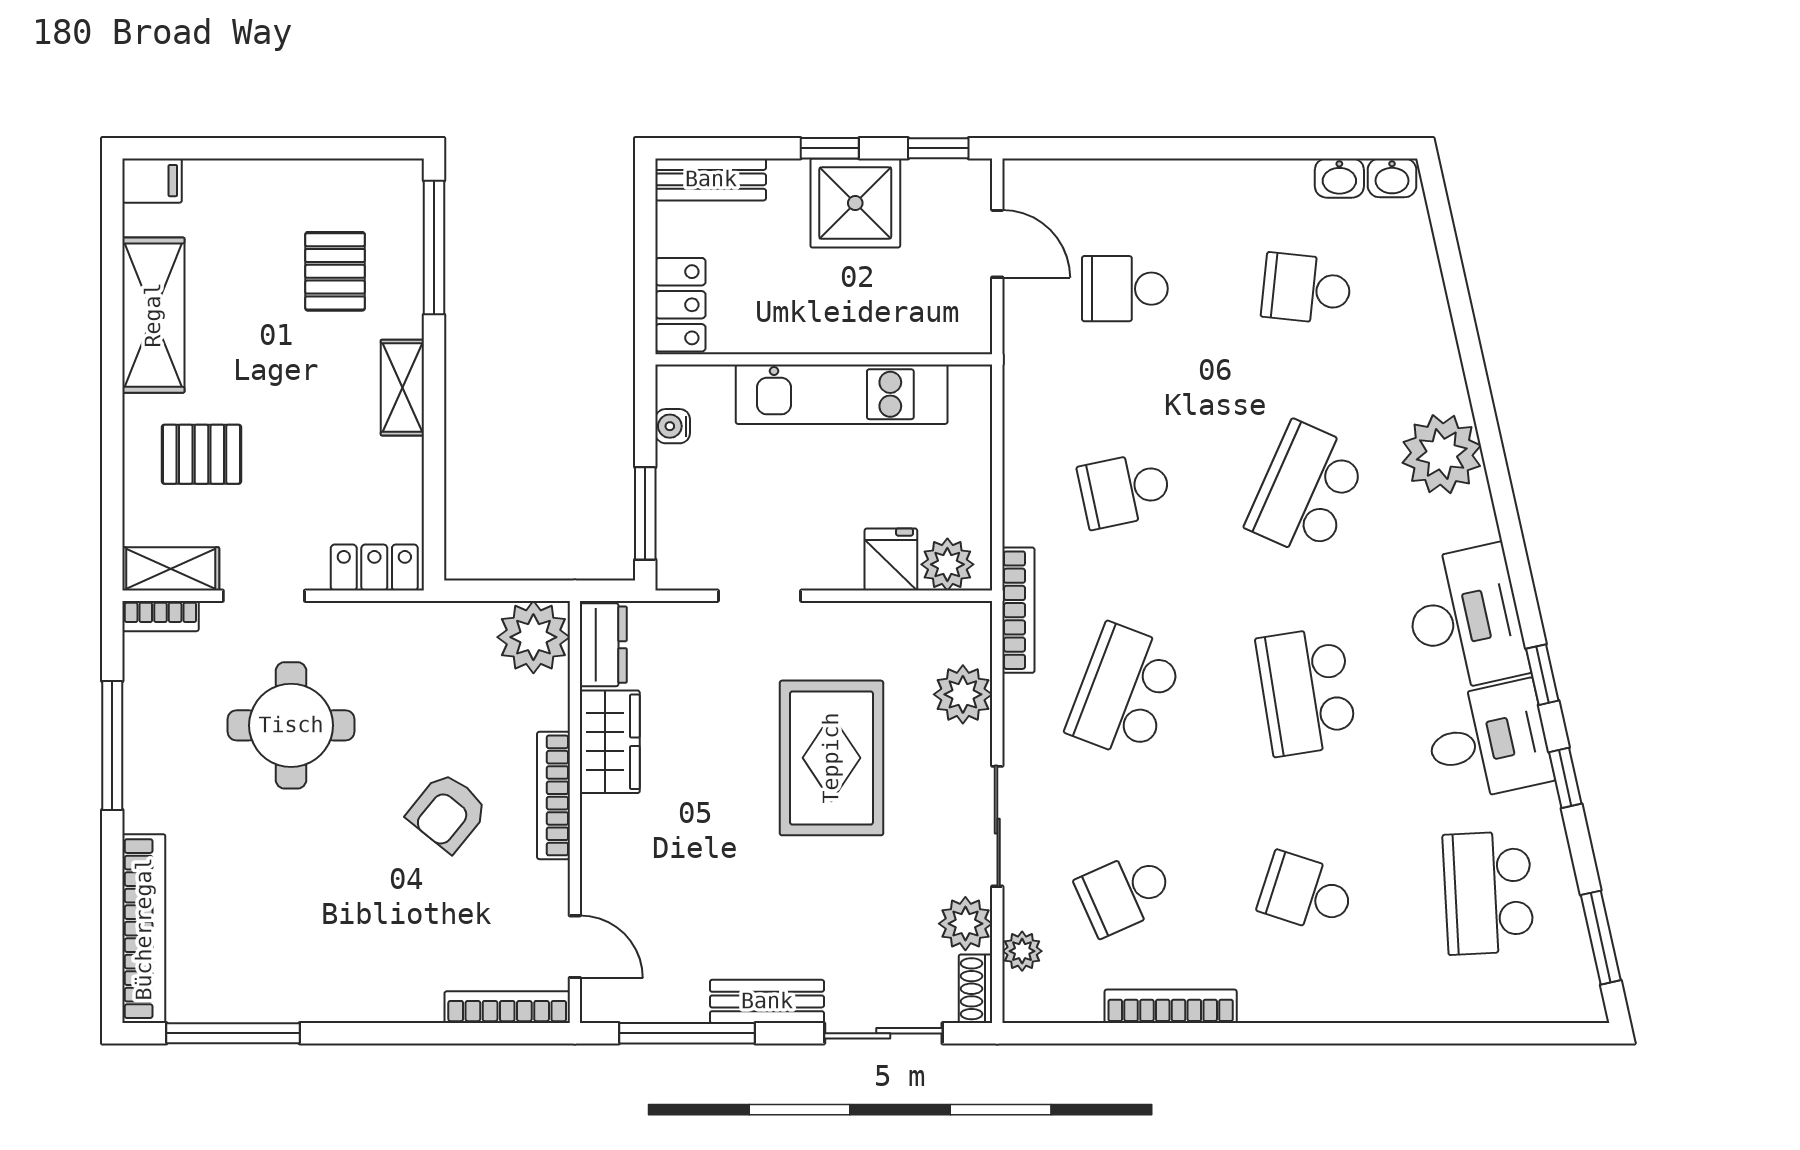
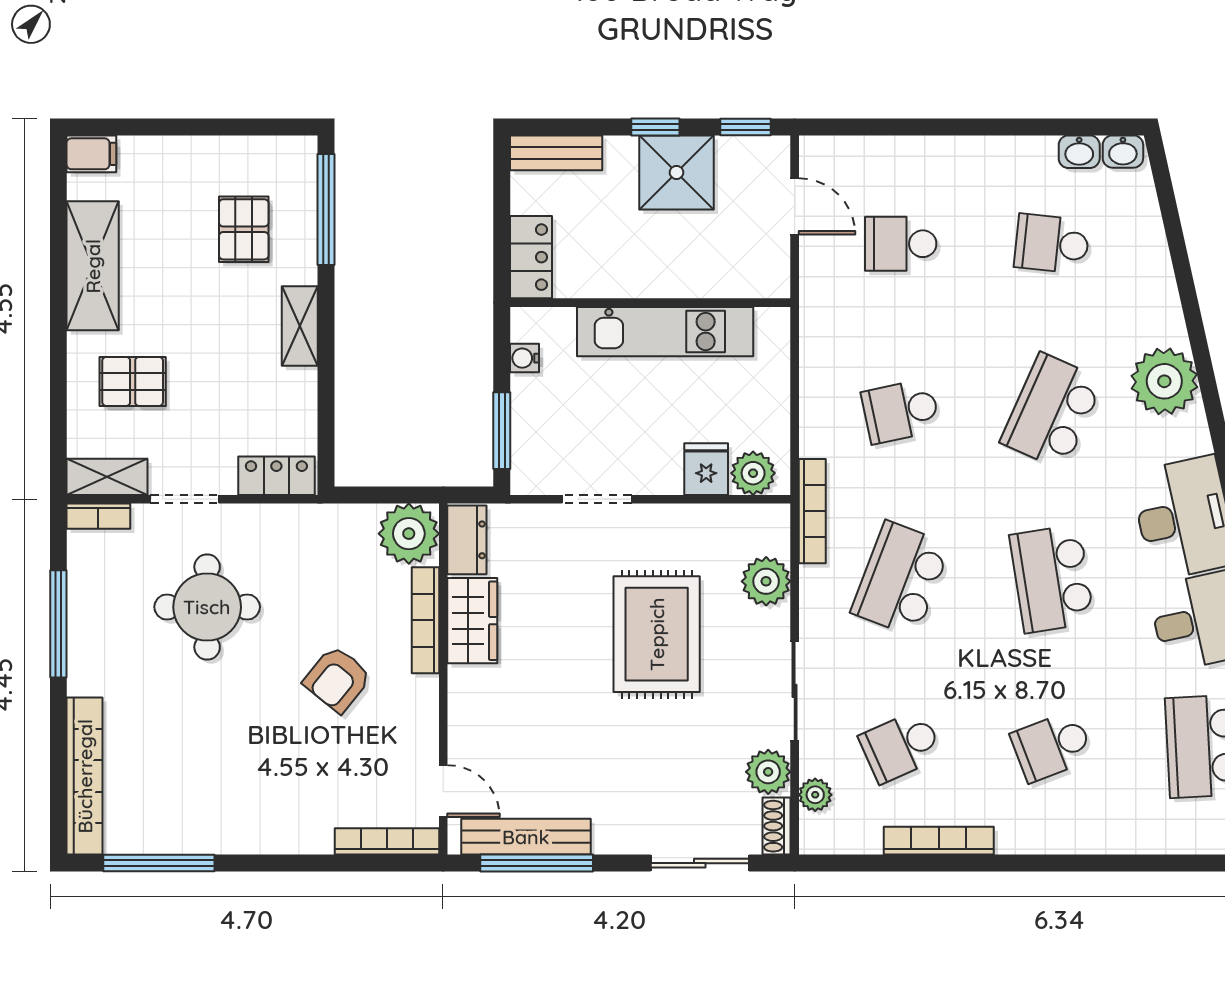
bookcase: (553, 795) -> (425, 620), moved
school desk: (1307, 893) -> (1052, 746), turned -39
bench: (767, 1001) -> (526, 837), moved, width x1.36

